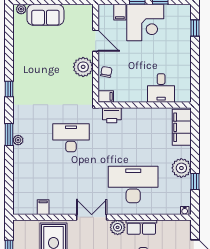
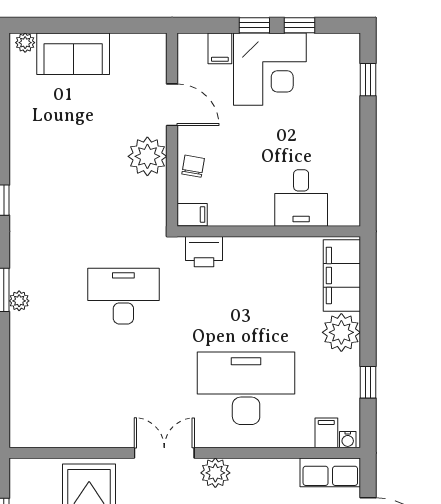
plant: (181, 168) -> (341, 332), moved
filing cabinet: (43, 207) -> (326, 433), moved
row of seats: (141, 227) -> (330, 472), moved

